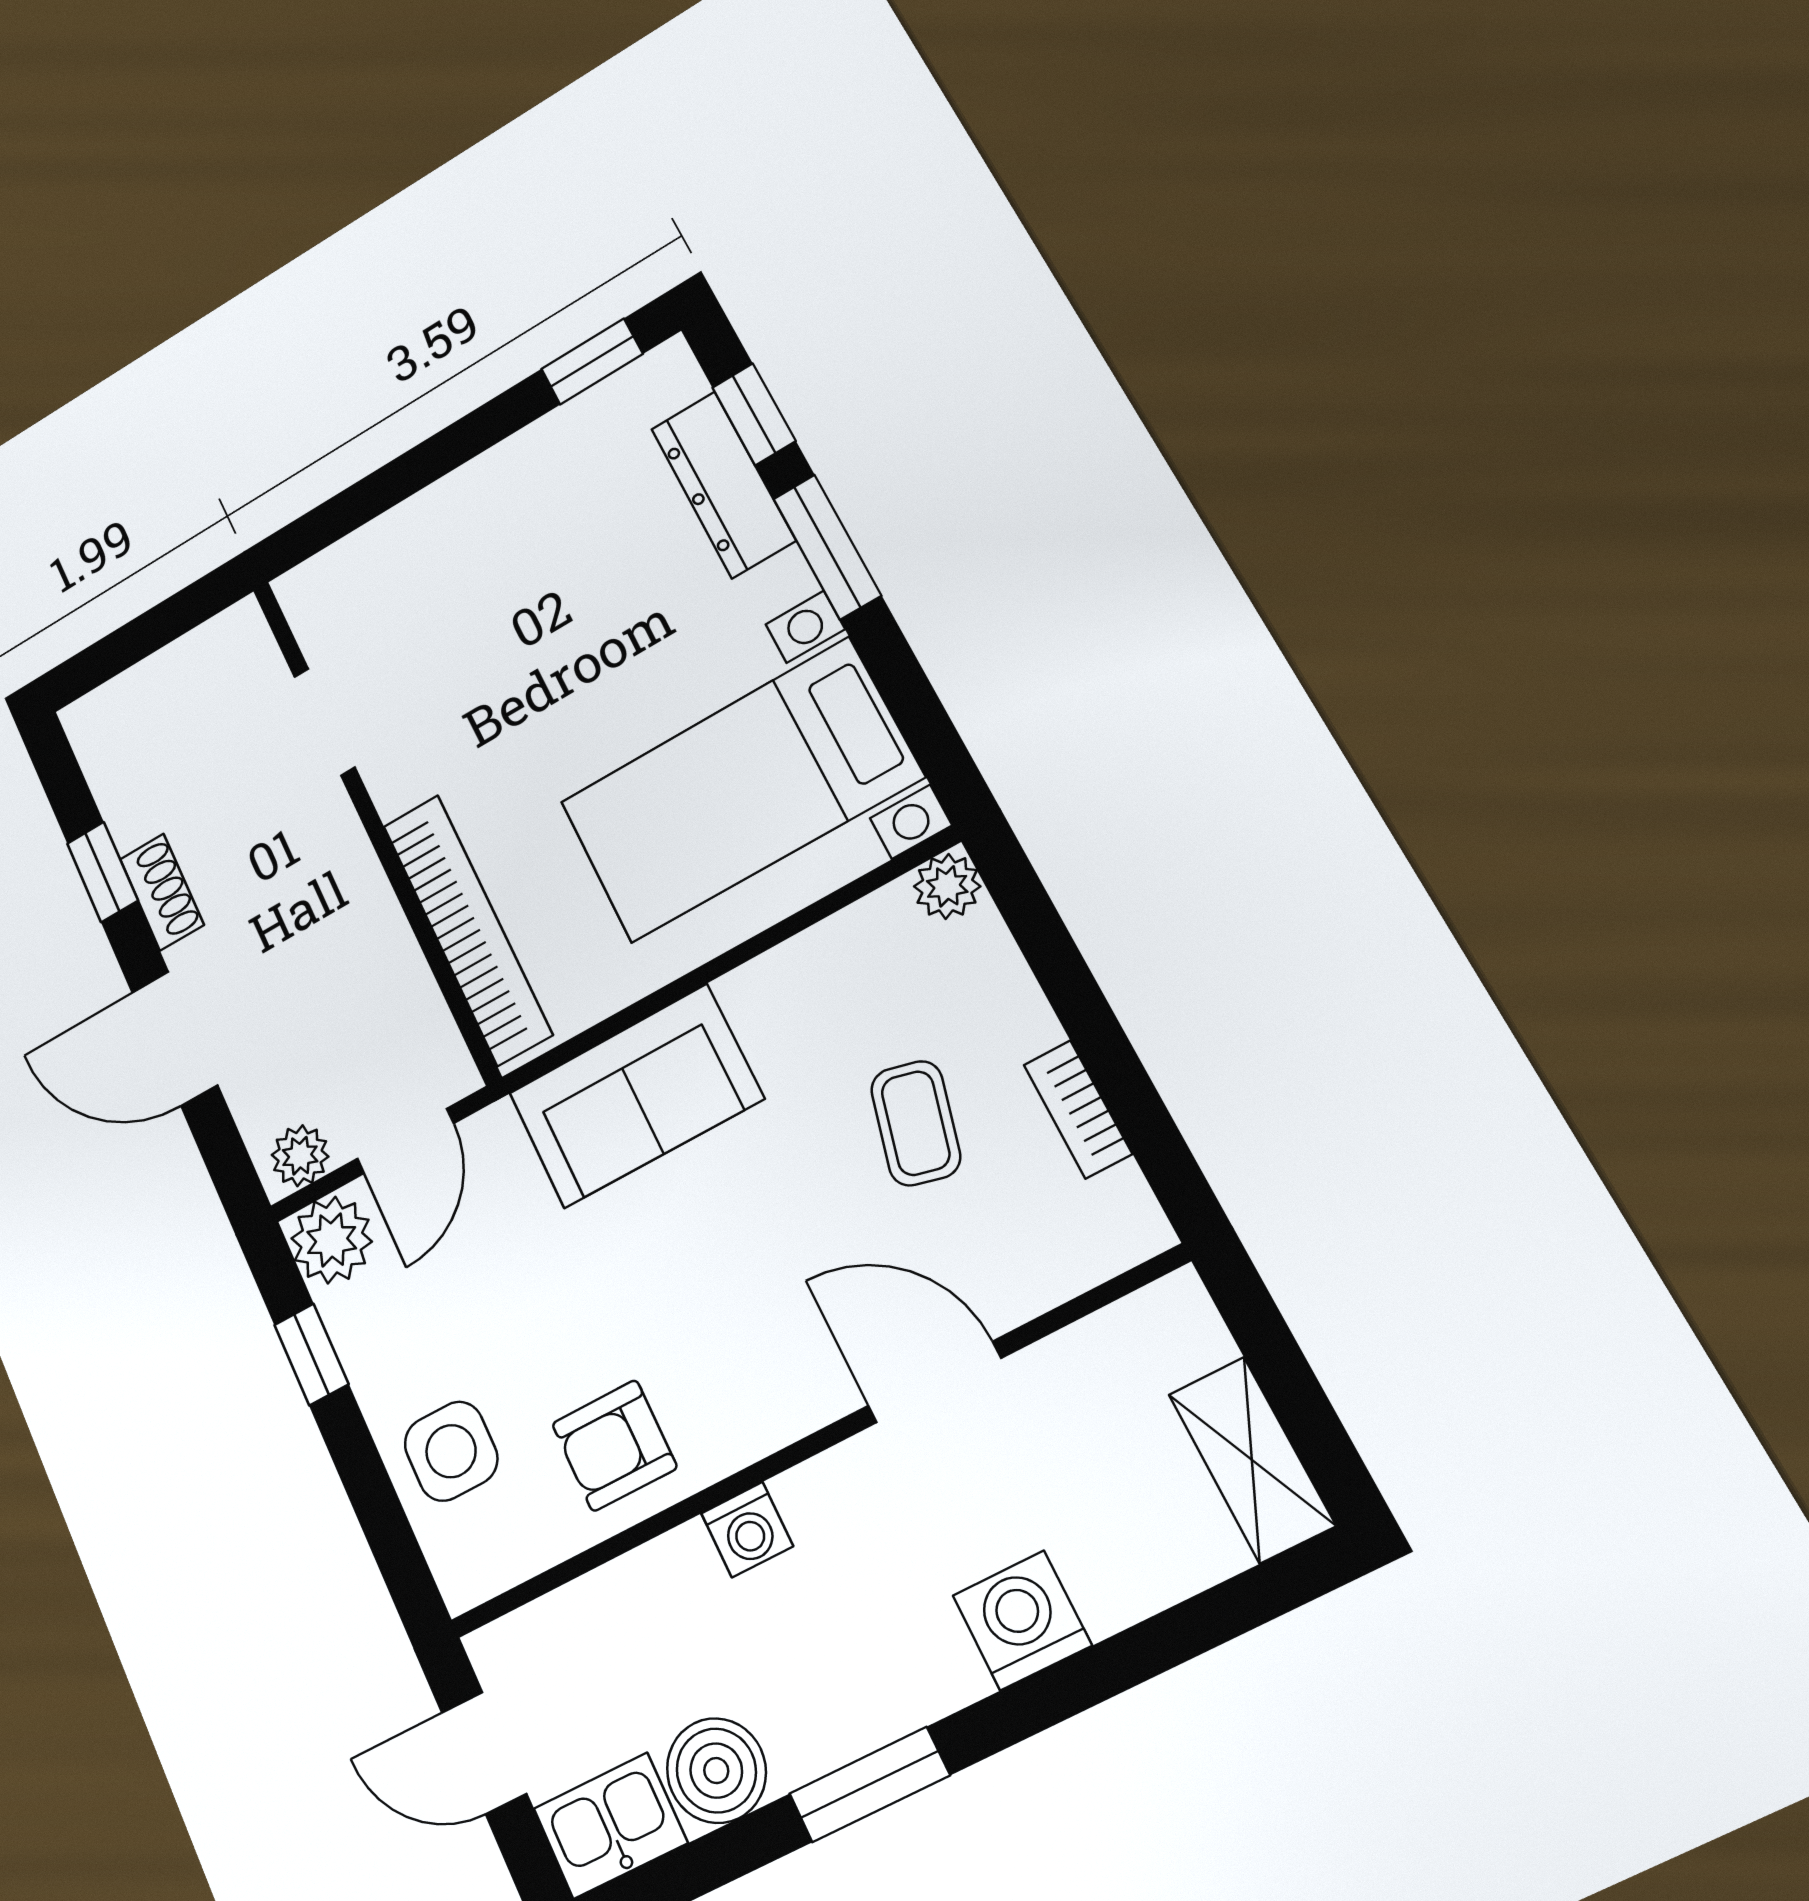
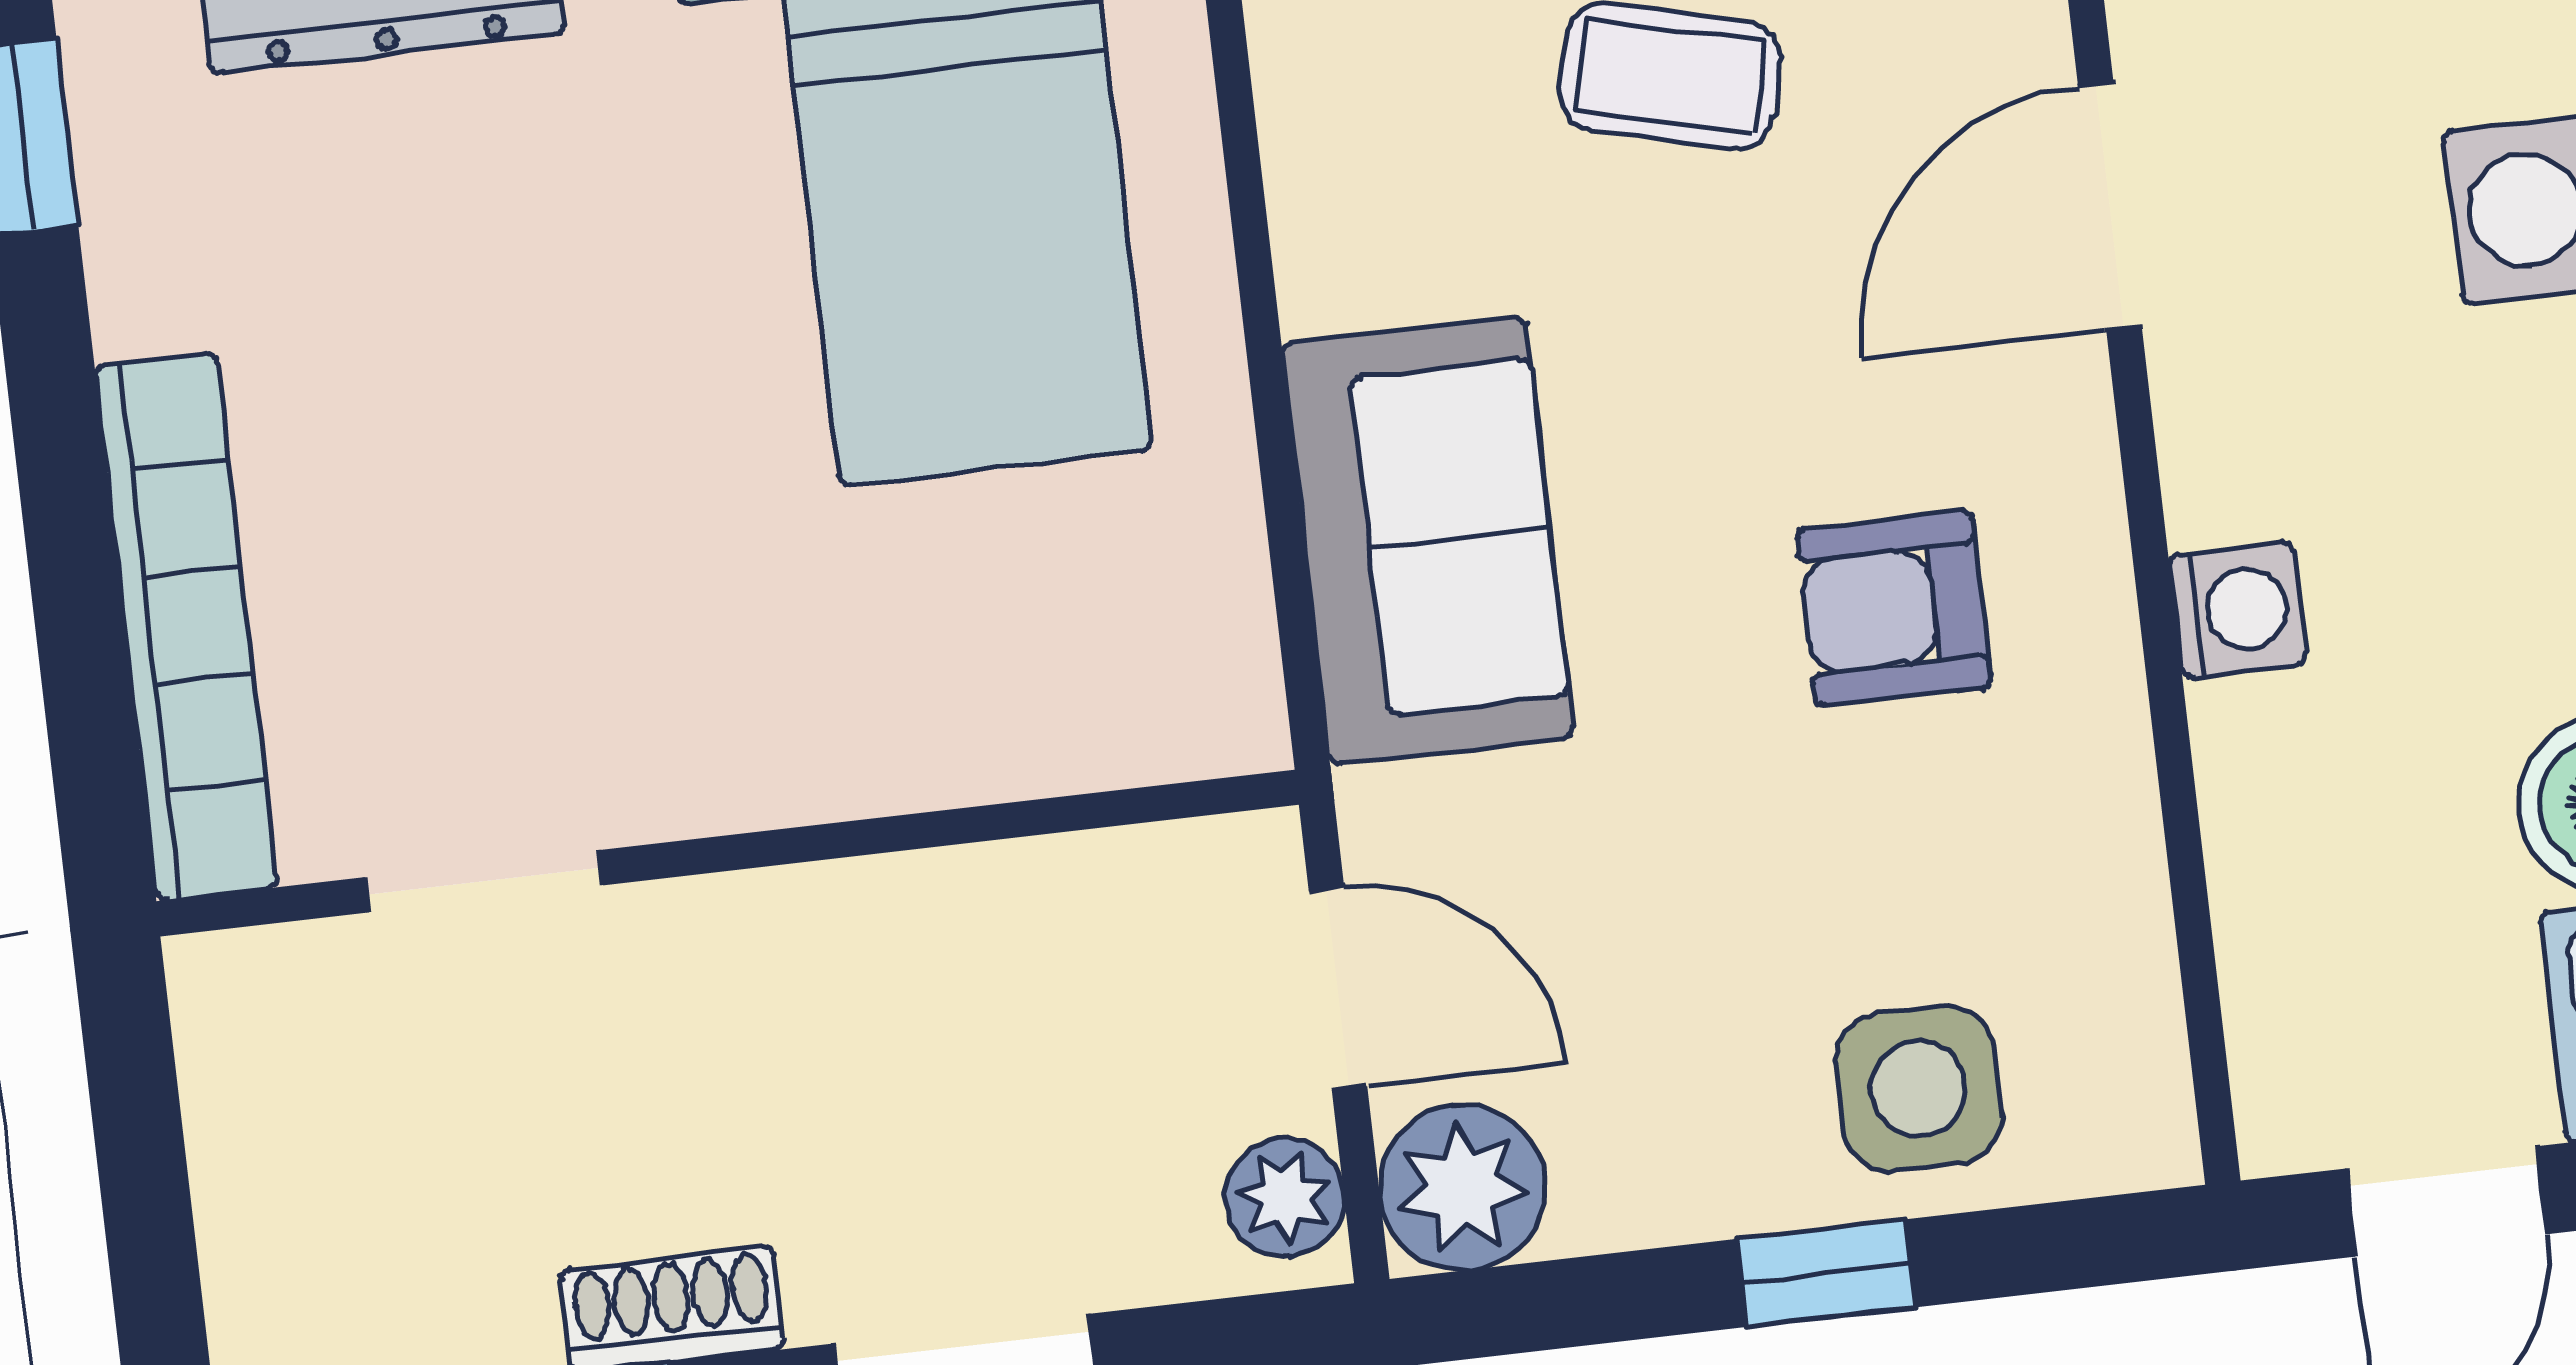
bookcase: (467, 929) -> (186, 627), moved, turned 90
window: (311, 1354) -> (1826, 1273), moved
armchair: (614, 1446) -> (1894, 608), moved, turned 90

